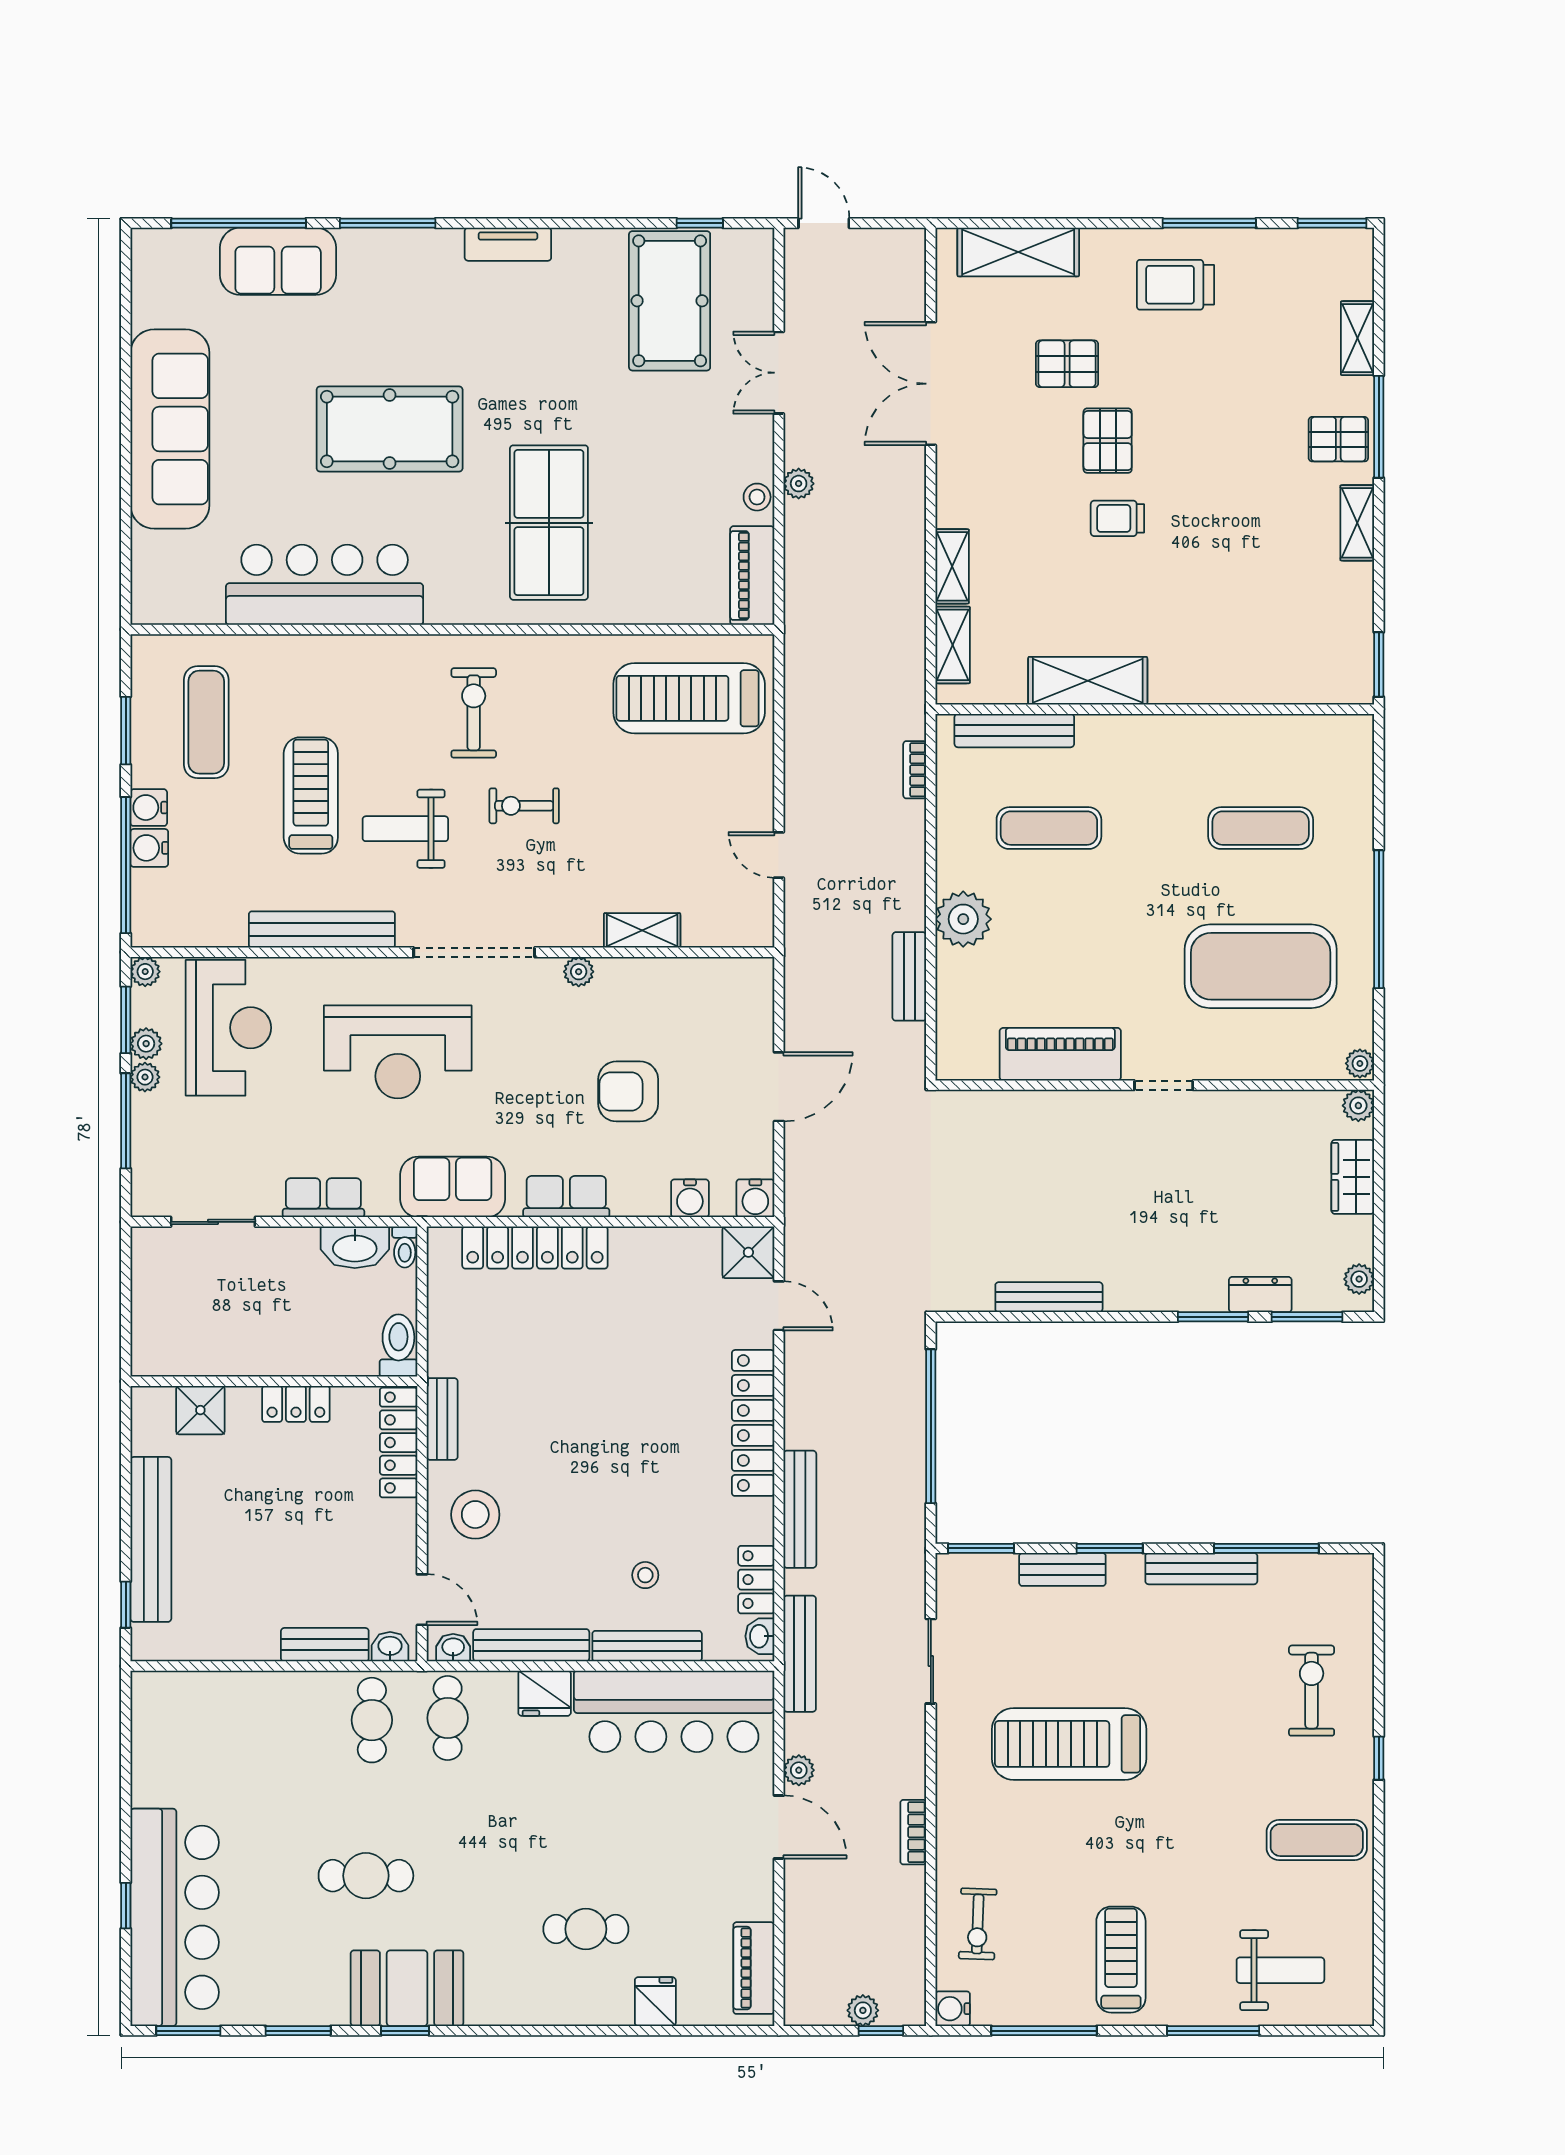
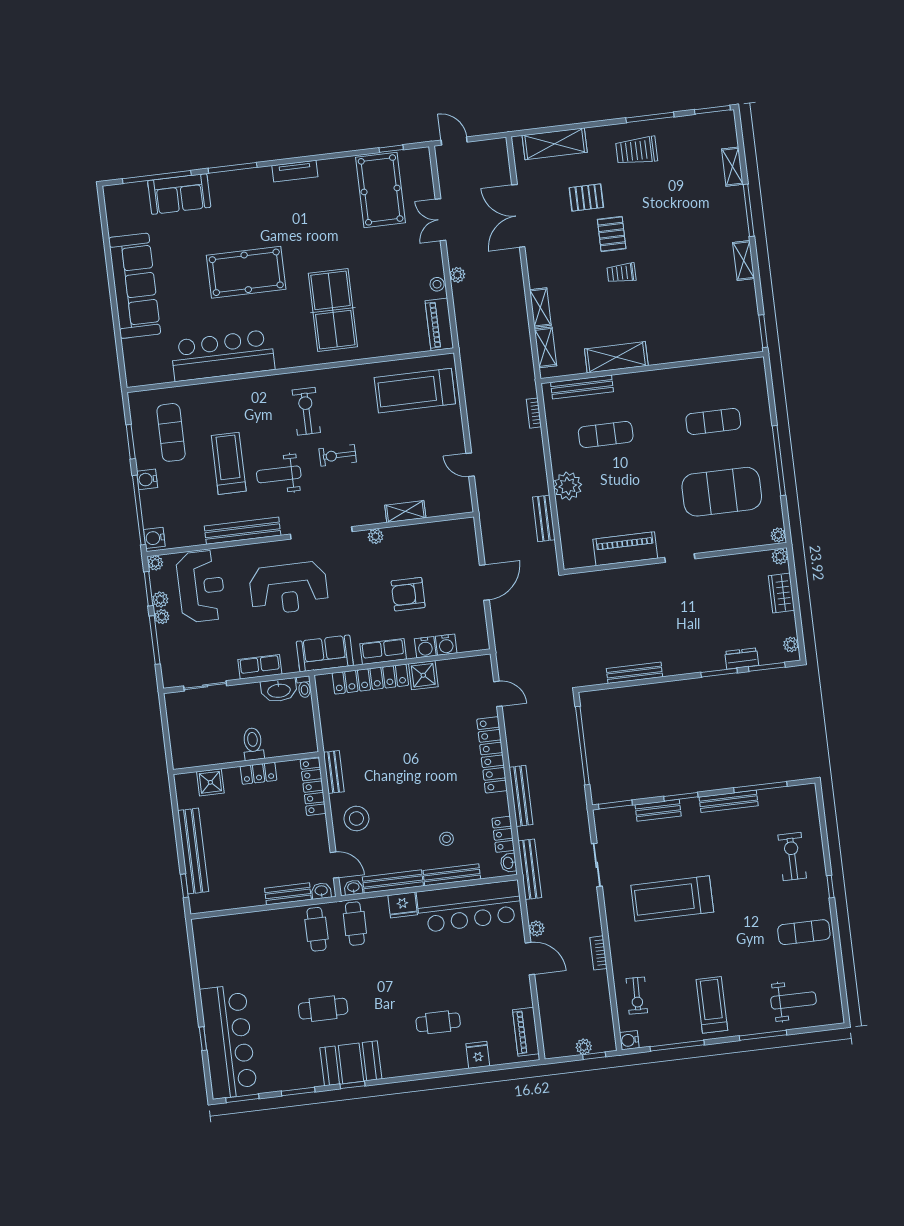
pallet: (1338, 439) -> (729, 219), removed
water cooler: (149, 848) -> (154, 538), moved
water cooler: (755, 1198) -> (425, 647), moved
shower: (748, 1252) -> (423, 675), moved
toilet: (398, 1346) -> (253, 744), moved

